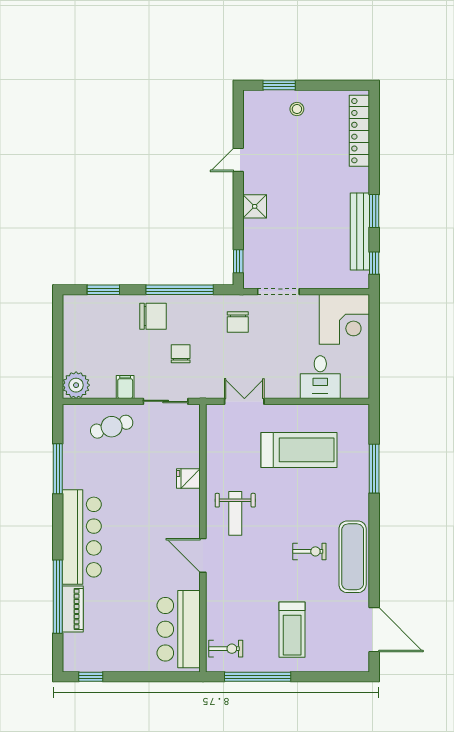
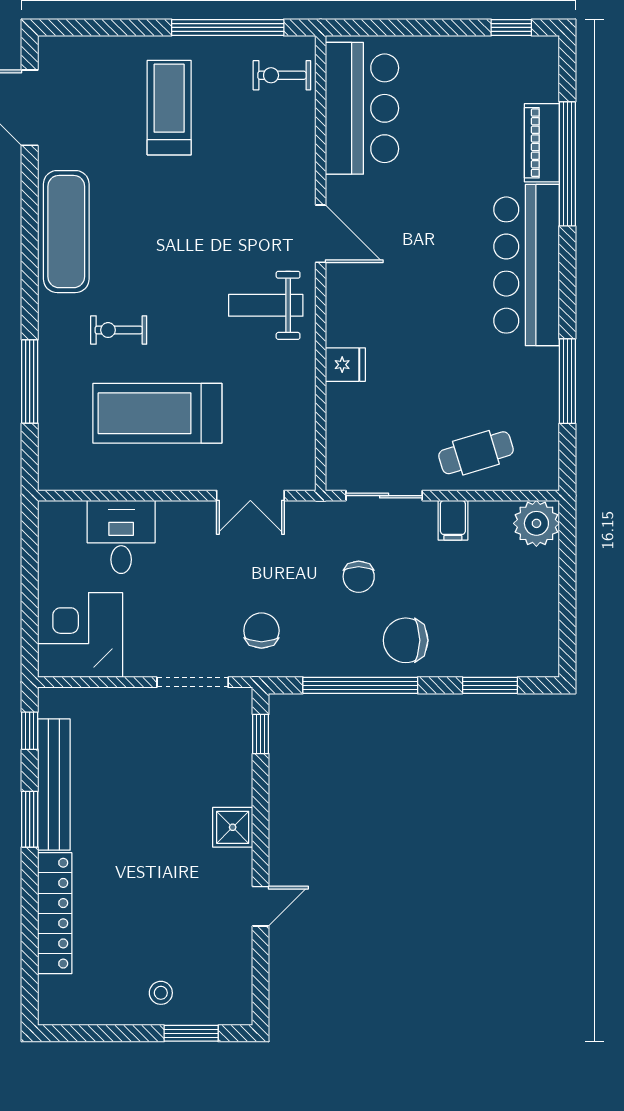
locker: (359, 131) -> (55, 913), moved
weight bench: (235, 513) -> (266, 305), turned -90
exercise bike: (309, 551) -> (119, 330), moved

